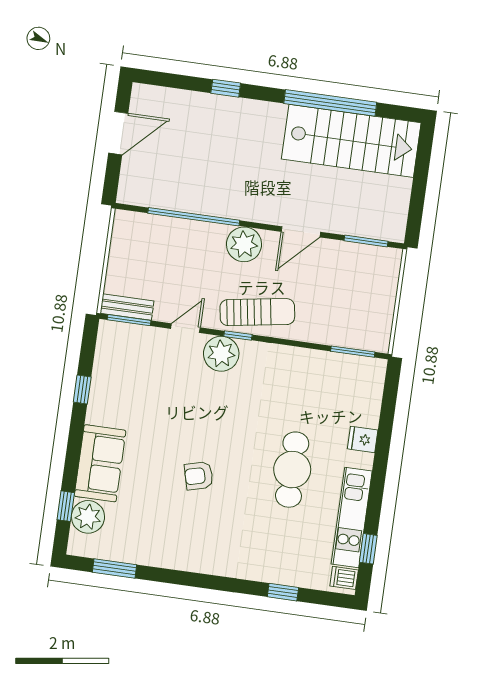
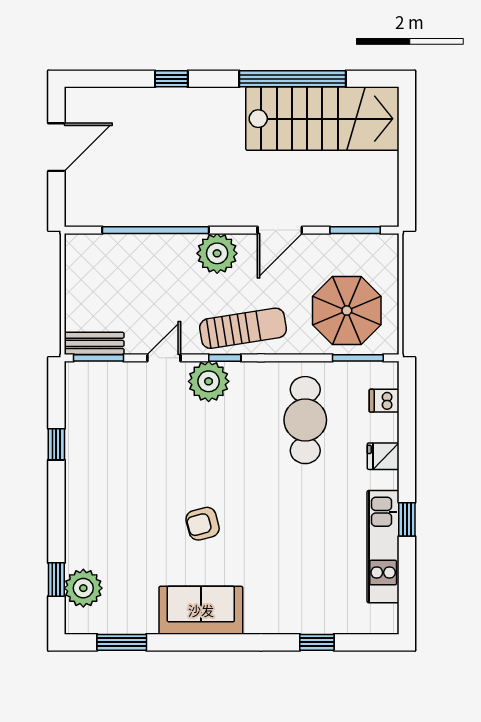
parasol: (349, 309) -> (347, 311), added
sofa: (100, 463) -> (201, 610), moved, turned -90
cafe table: (292, 470) -> (305, 420), moved
window: (368, 549) -> (407, 519), moved
dishwasher: (344, 578) -> (384, 401), moved

